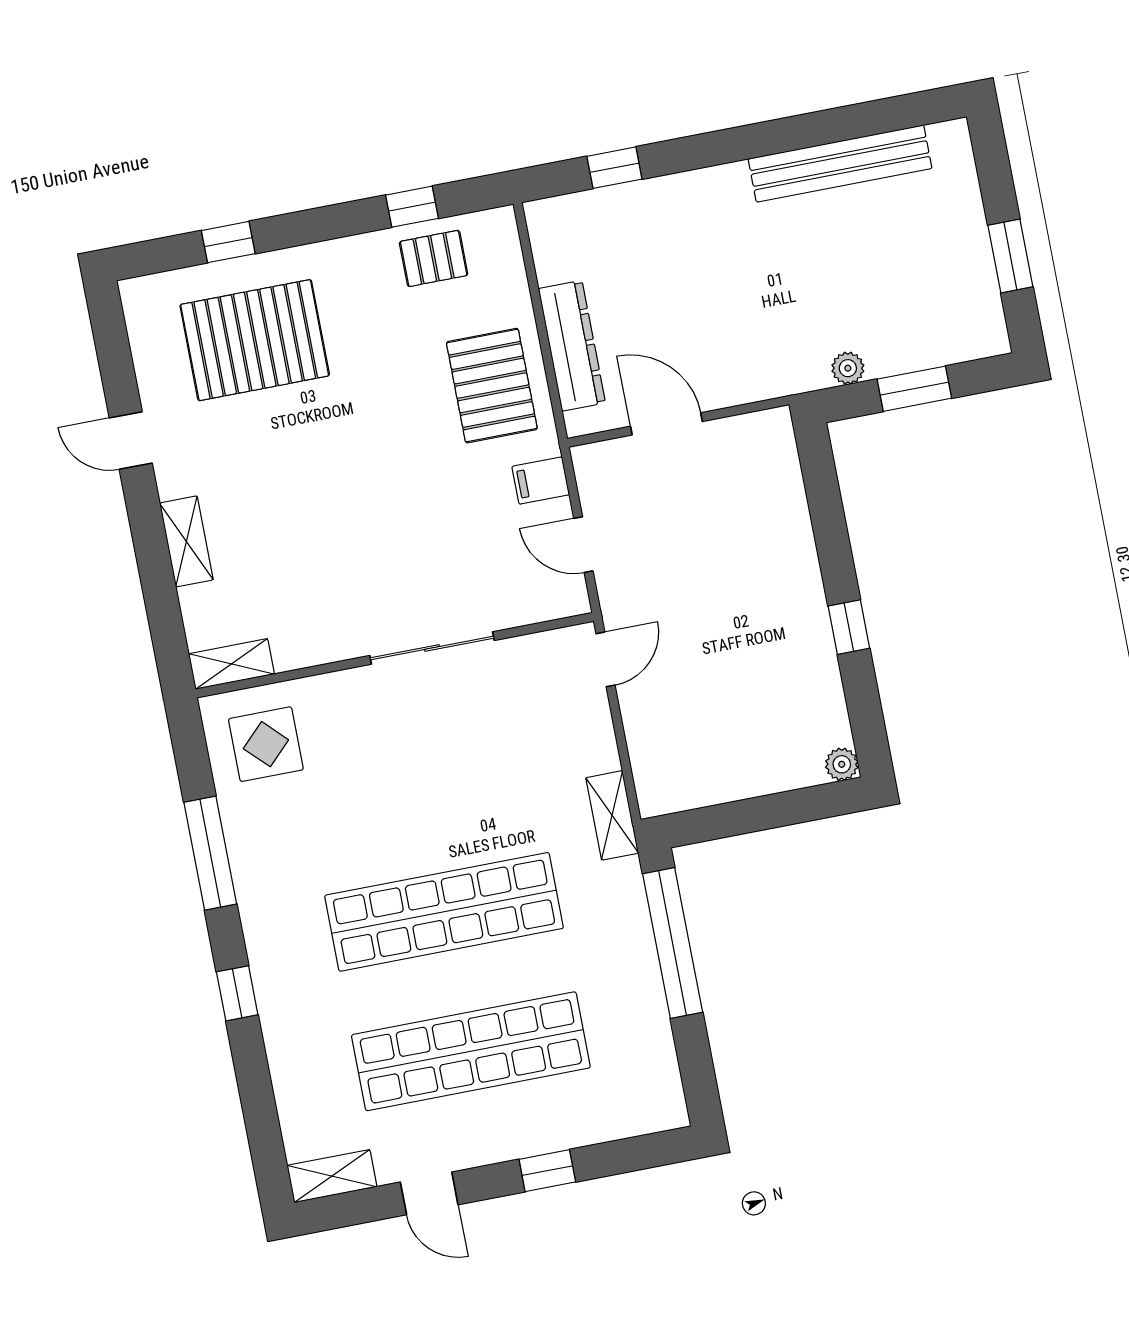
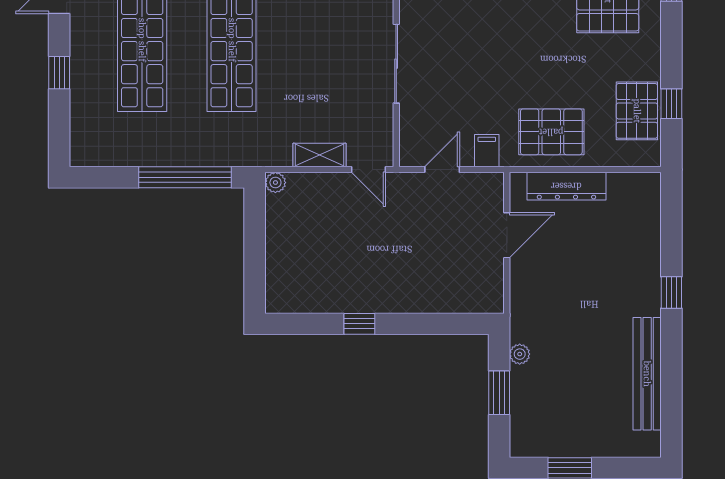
window: (614, 168) -> (671, 292), moved
pallet: (434, 258) -> (637, 111), width x1.50, depth x1.42
plant: (842, 764) -> (275, 183), moved
shelving: (612, 815) -> (319, 155), moved

